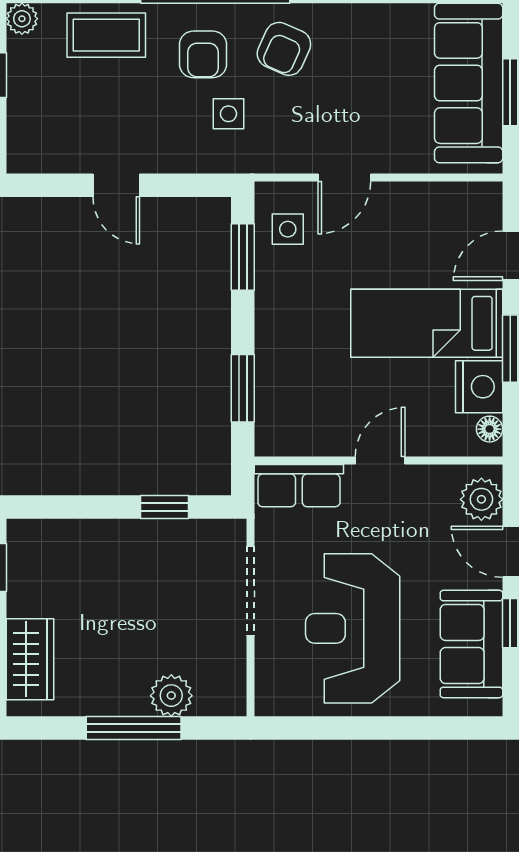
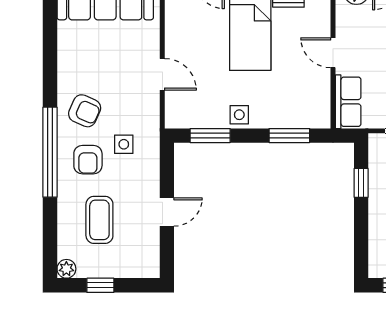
coffee table: (106, 35) -> (99, 220), moved
armchair: (203, 54) -> (88, 160), turned 90
side table: (288, 229) -> (239, 115), moved

